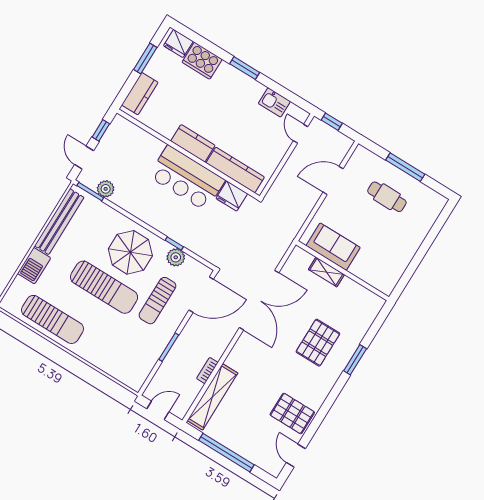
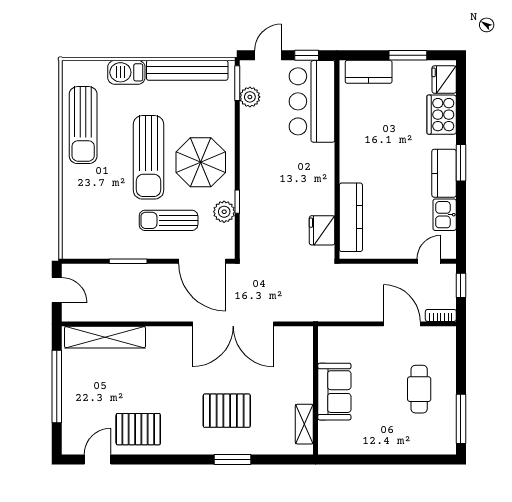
kitchen counter: (193, 143) -> (444, 173), moved, turned 180
window: (405, 167) -> (461, 419), moved
bar counter: (187, 178) -> (312, 101), moved
sofa: (333, 247) -> (334, 392), moved
shelving: (326, 272) -> (304, 424), moved
bookcase: (207, 371) -> (441, 315), moved
pallet: (292, 413) -> (138, 429), turned 90

